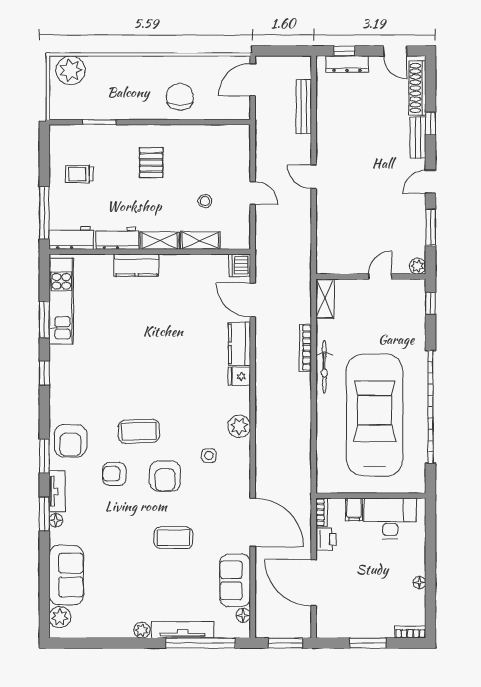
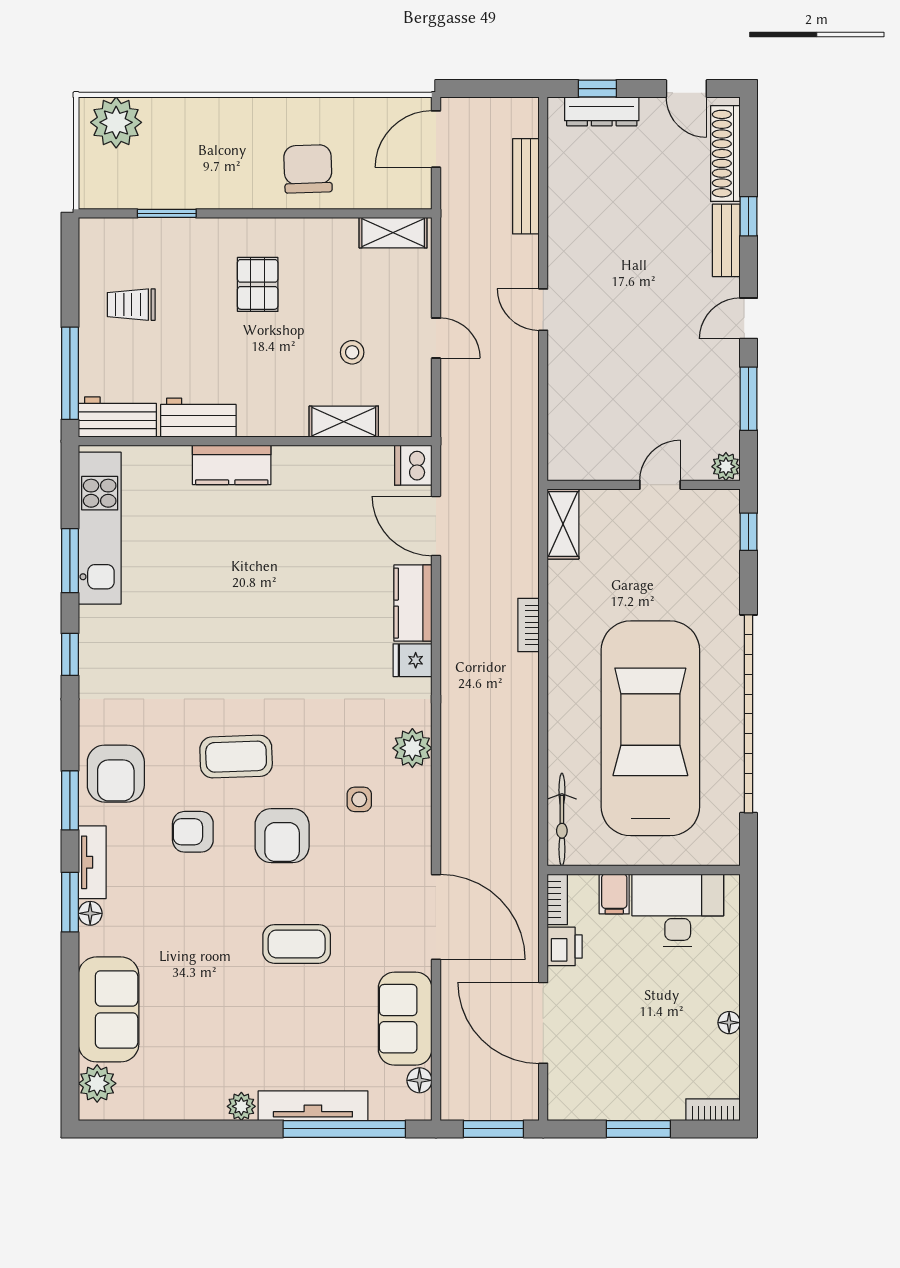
shelving: (160, 241) -> (393, 233), moved
bookcase: (305, 348) -> (528, 625), width x0.64
bicycle: (324, 367) -> (562, 820), moved

